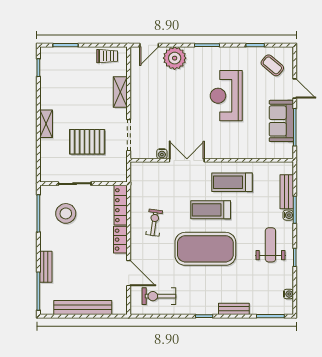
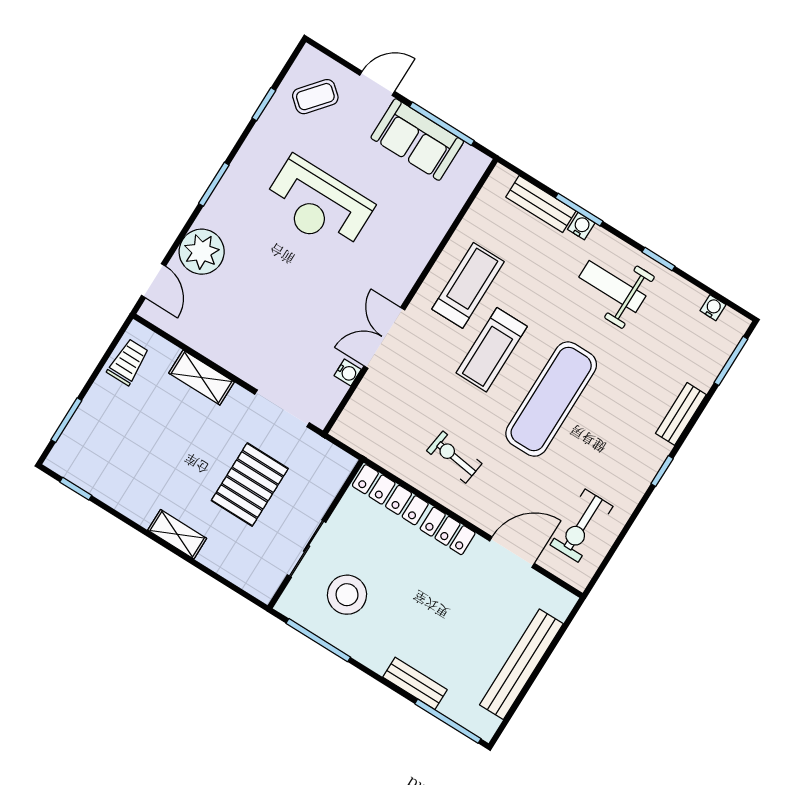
treadmill: (232, 182) -> (468, 285), turned 180
exercise mat: (205, 249) -> (551, 399), width x0.68

